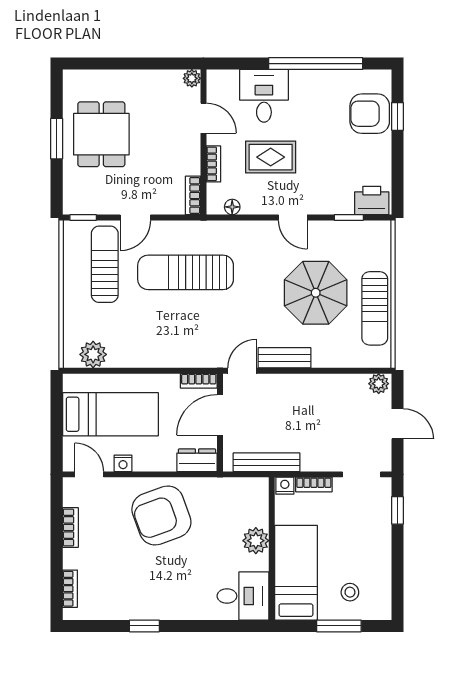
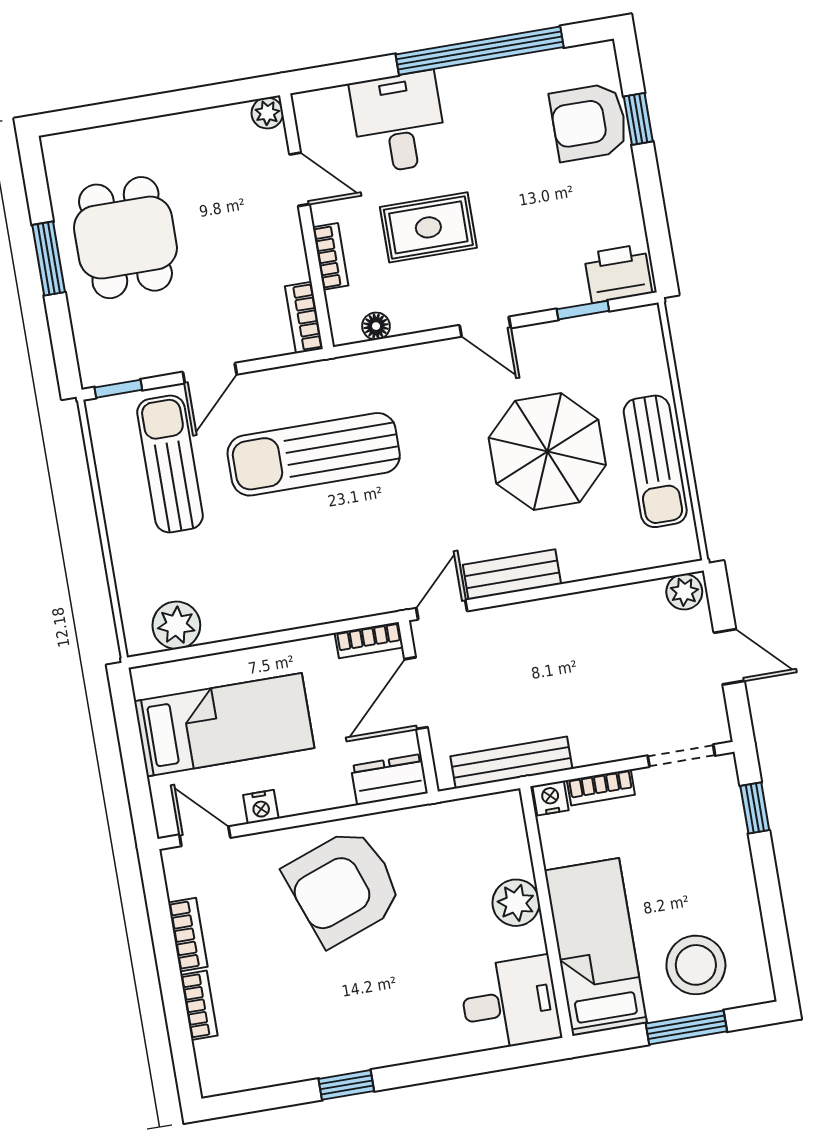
bookcase: (70, 589) -> (199, 1005), moved
stool: (350, 592) -> (696, 965), width x1.89, depth x1.89

